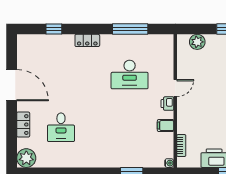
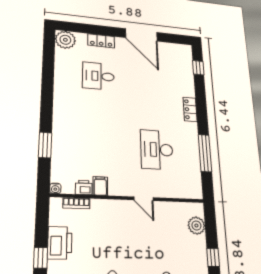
window: (54, 29) -> (198, 68), moved
door: (12, 85) -> (141, 35), hinge flipped
printer: (167, 104) -> (84, 187), moved

